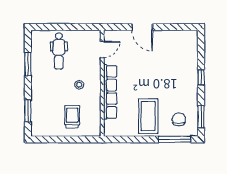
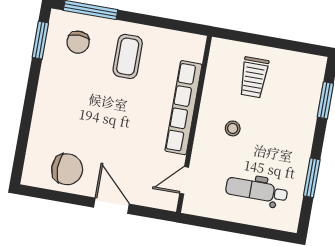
chair: (172, 44) -> (67, 169), added
dental chair: (59, 51) -> (257, 190), turned -90
window: (201, 77) -> (29, 105), removed
coffee table: (148, 116) -> (128, 56), width x0.73, depth x0.76

